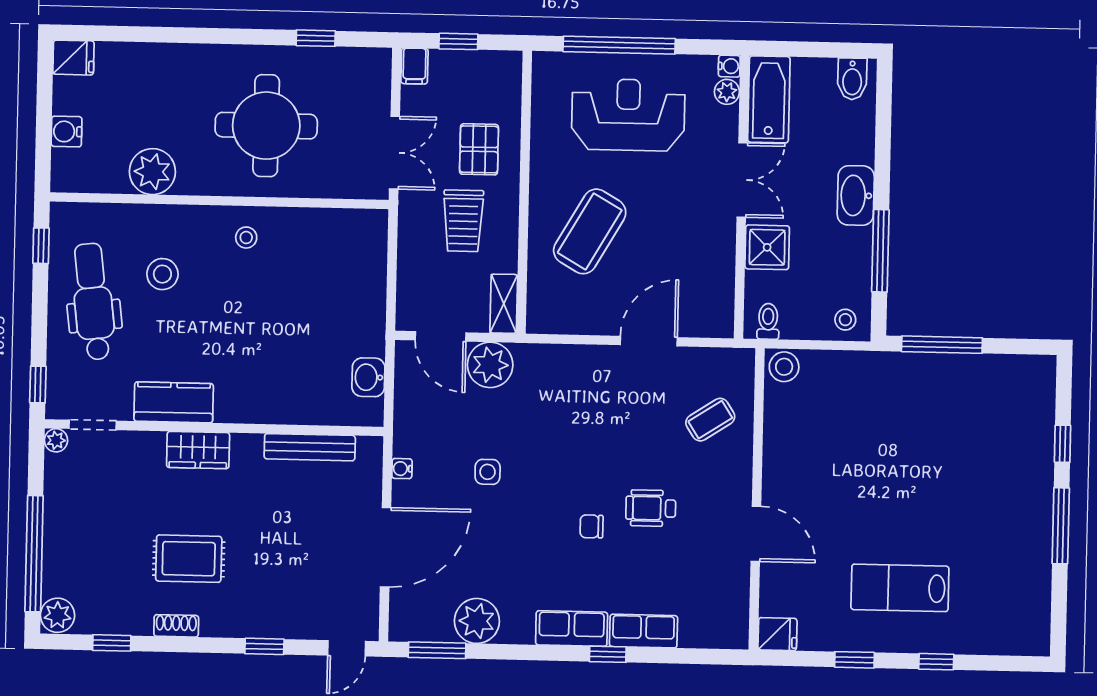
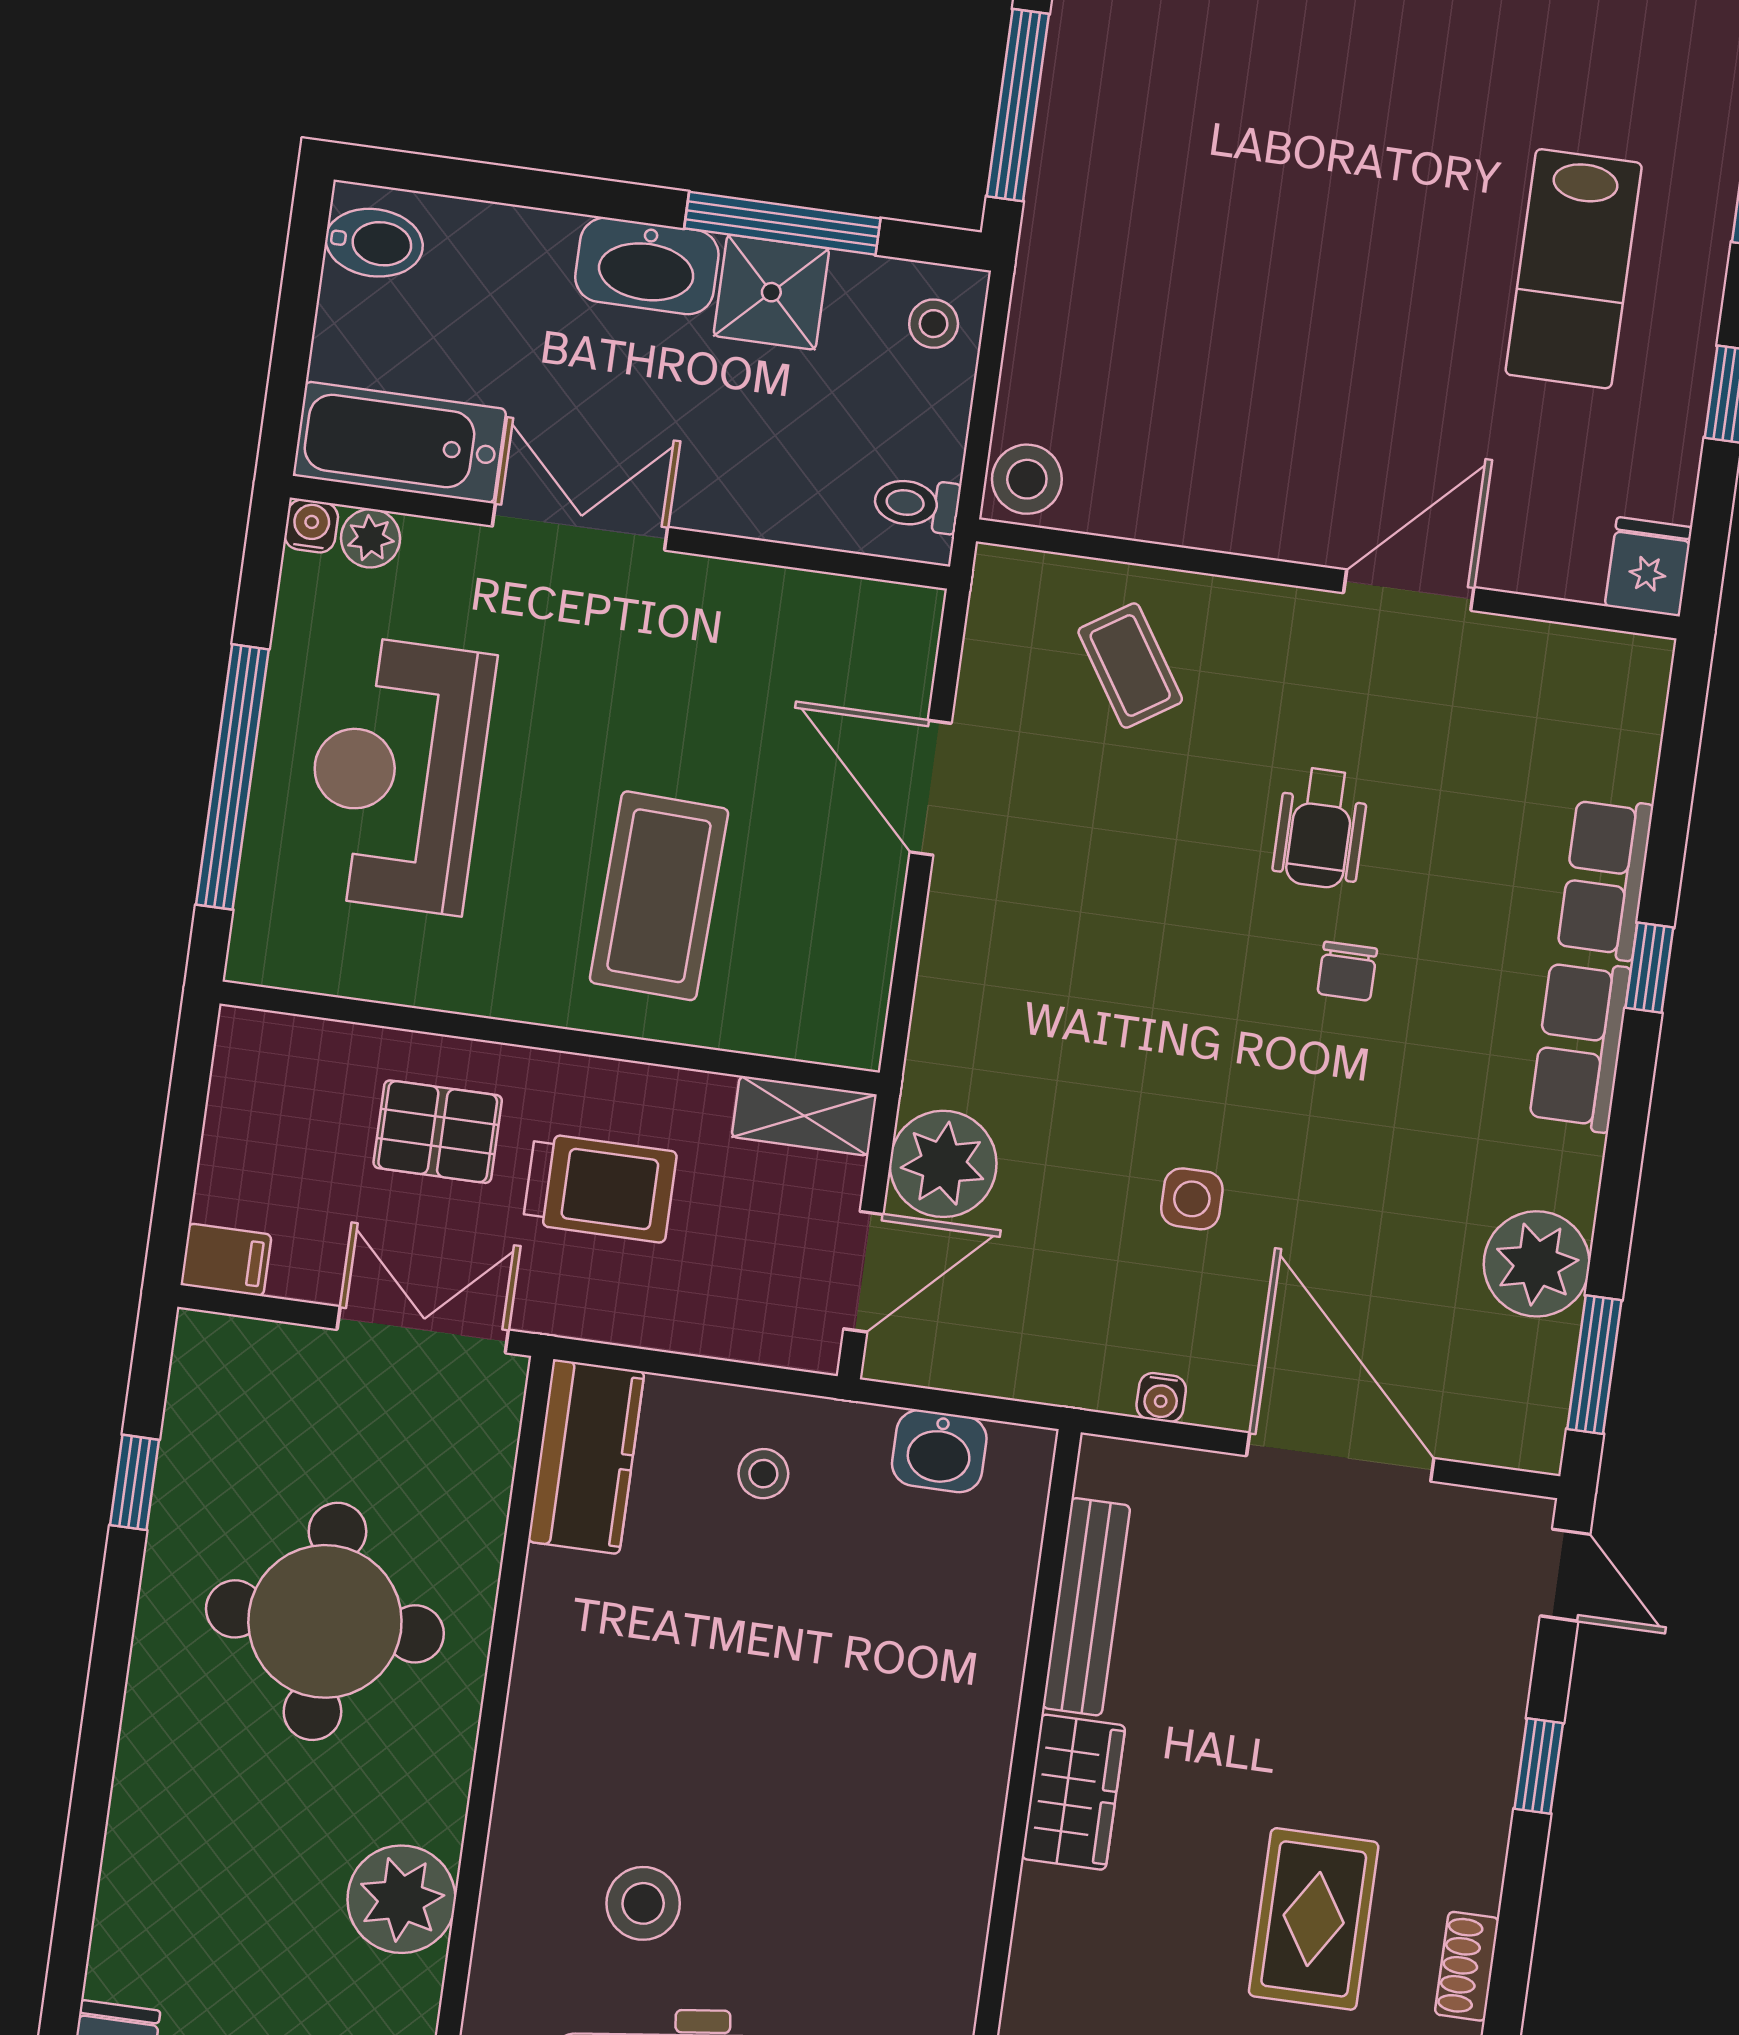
window: (458, 41) -> (181, 1151), removed
coffee table: (590, 231) -> (659, 896), turned 62
stool: (246, 238) -> (763, 1474), moved
shower: (767, 247) -> (771, 292), moved
kitchen counter: (174, 402) -> (586, 1457), moved, turned 180
wardrobe: (198, 450) -> (1073, 1792), moved

